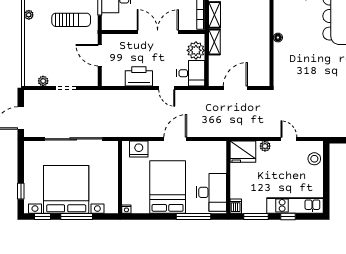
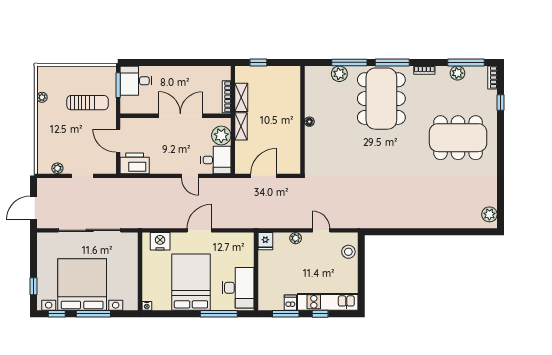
printer: (139, 76) -> (135, 163), moved
fridge: (243, 152) -> (265, 241), width x0.53, depth x0.75
dishwasher: (236, 206) -> (290, 303), moved

